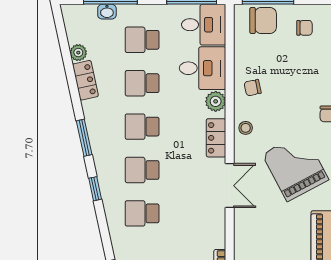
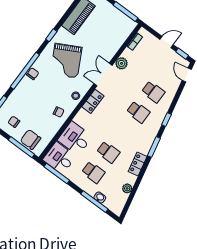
locker: (85, 80) -> (138, 164), moved
plant: (216, 101) -> (122, 63), moved
school desk: (142, 127) -> (123, 132), removed

